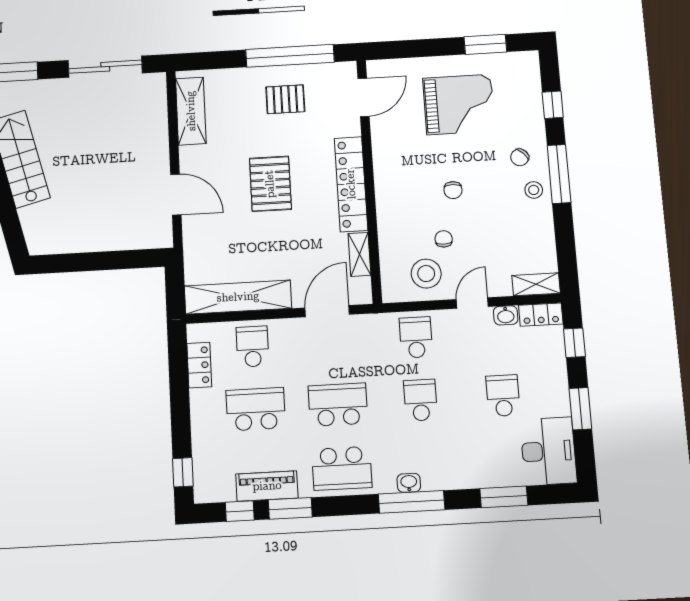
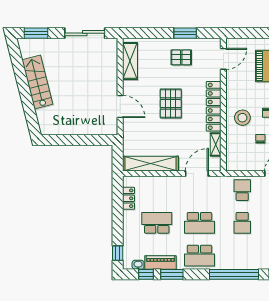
window: (290, 56) -> (185, 33), width x0.47
stool: (426, 274) -> (242, 118), moved
school desk: (252, 346) -> (157, 190), removed
school desk: (420, 400) -> (242, 223), turned 180
school desk: (338, 405) -> (199, 223), turned 180
washbasin: (409, 483) -> (138, 265), moved
window: (412, 502) -> (234, 274), width x1.46

